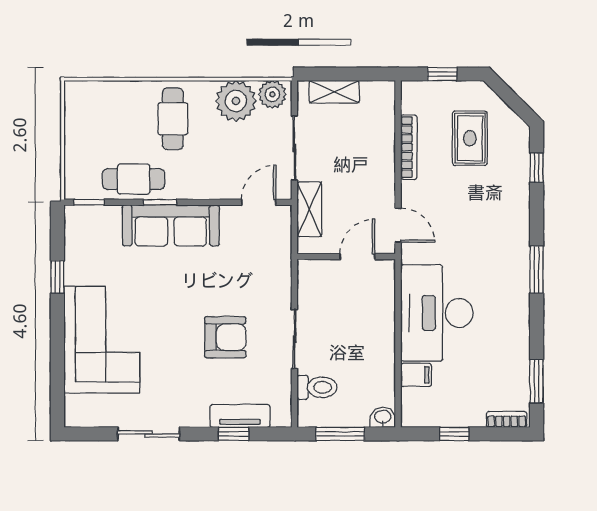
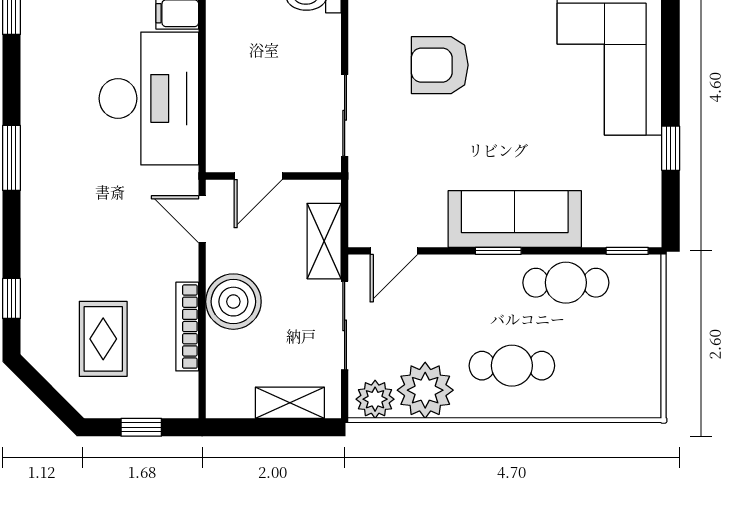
cafe table: (173, 119) -> (512, 366), turned 90
boiler: (375, 165) -> (233, 302), added
window: (160, 202) -> (498, 251), moved
sliding door: (294, 339) -> (345, 115), moved

